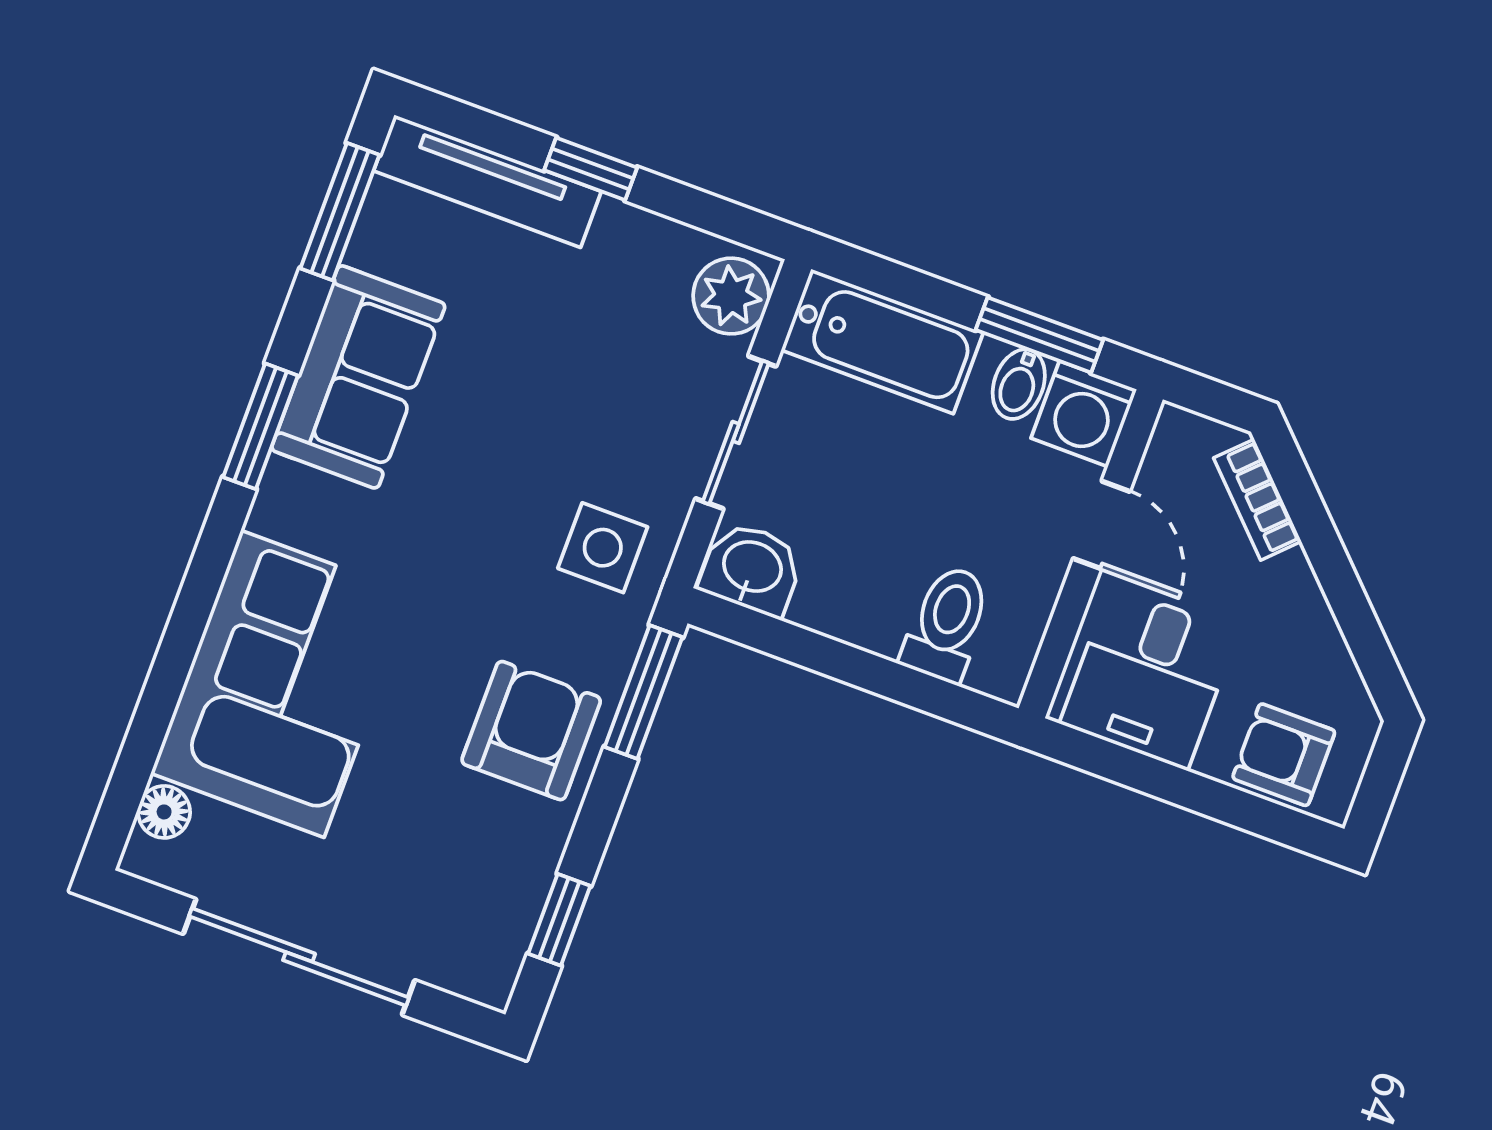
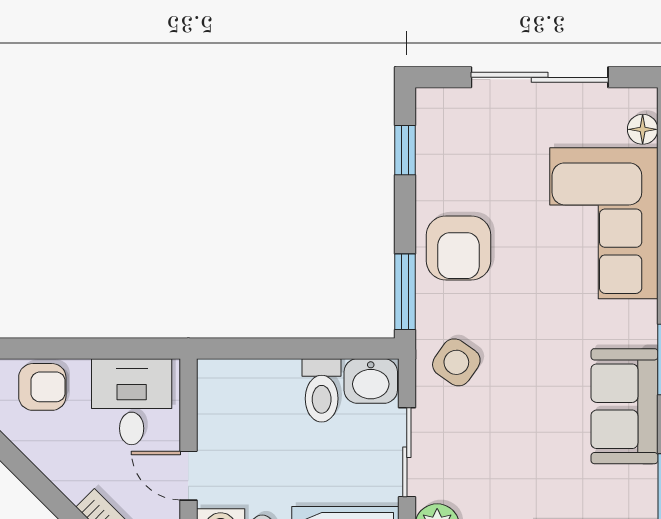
side table: (603, 548) -> (456, 362), turned 35
toilet: (947, 624) -> (322, 390), moved

